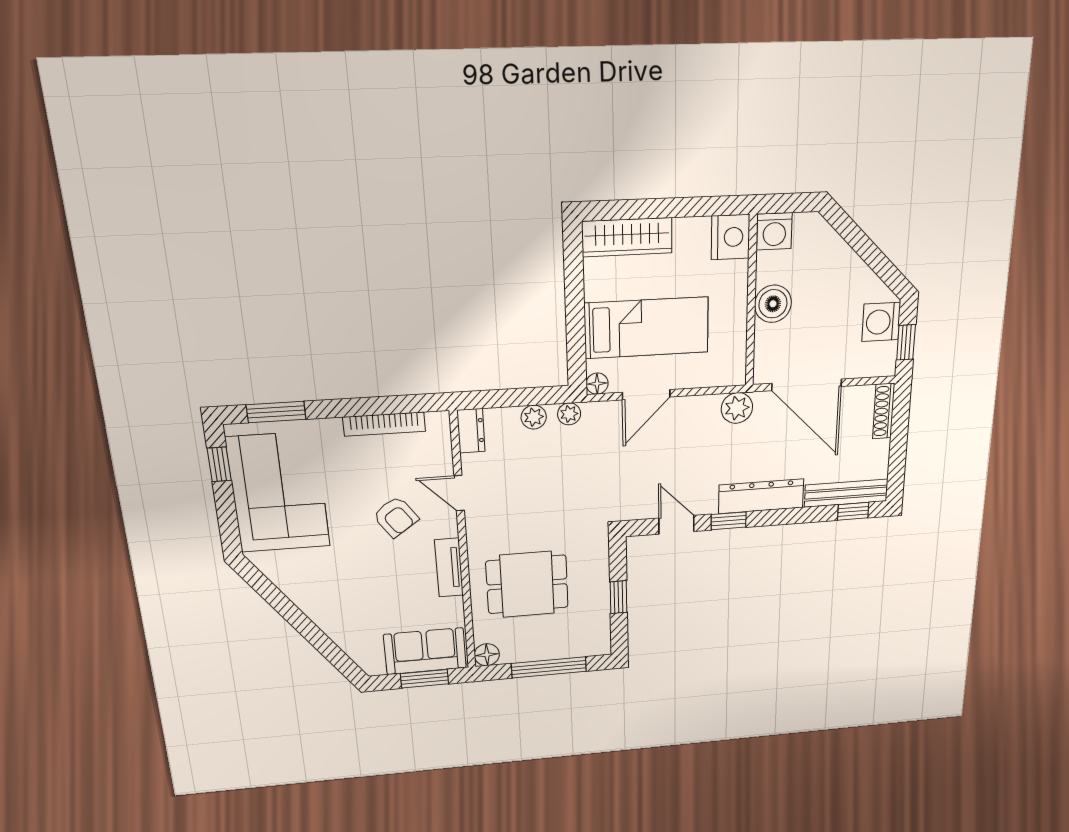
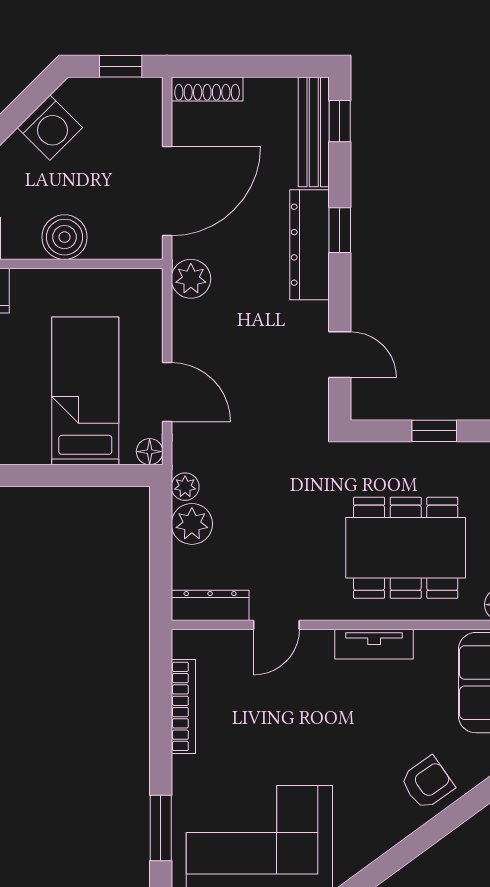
washing machine: (881, 322) -> (50, 128), moved, turned -45
plant: (534, 417) -> (192, 524), width x1.38, depth x1.38
dresser: (471, 431) -> (210, 605), width x1.44
armchair: (396, 517) -> (427, 783), moved
window: (729, 521) -> (340, 230), moved
door: (676, 525) -> (340, 355), swing flipped
dining table: (527, 584) -> (406, 548), width x1.38

